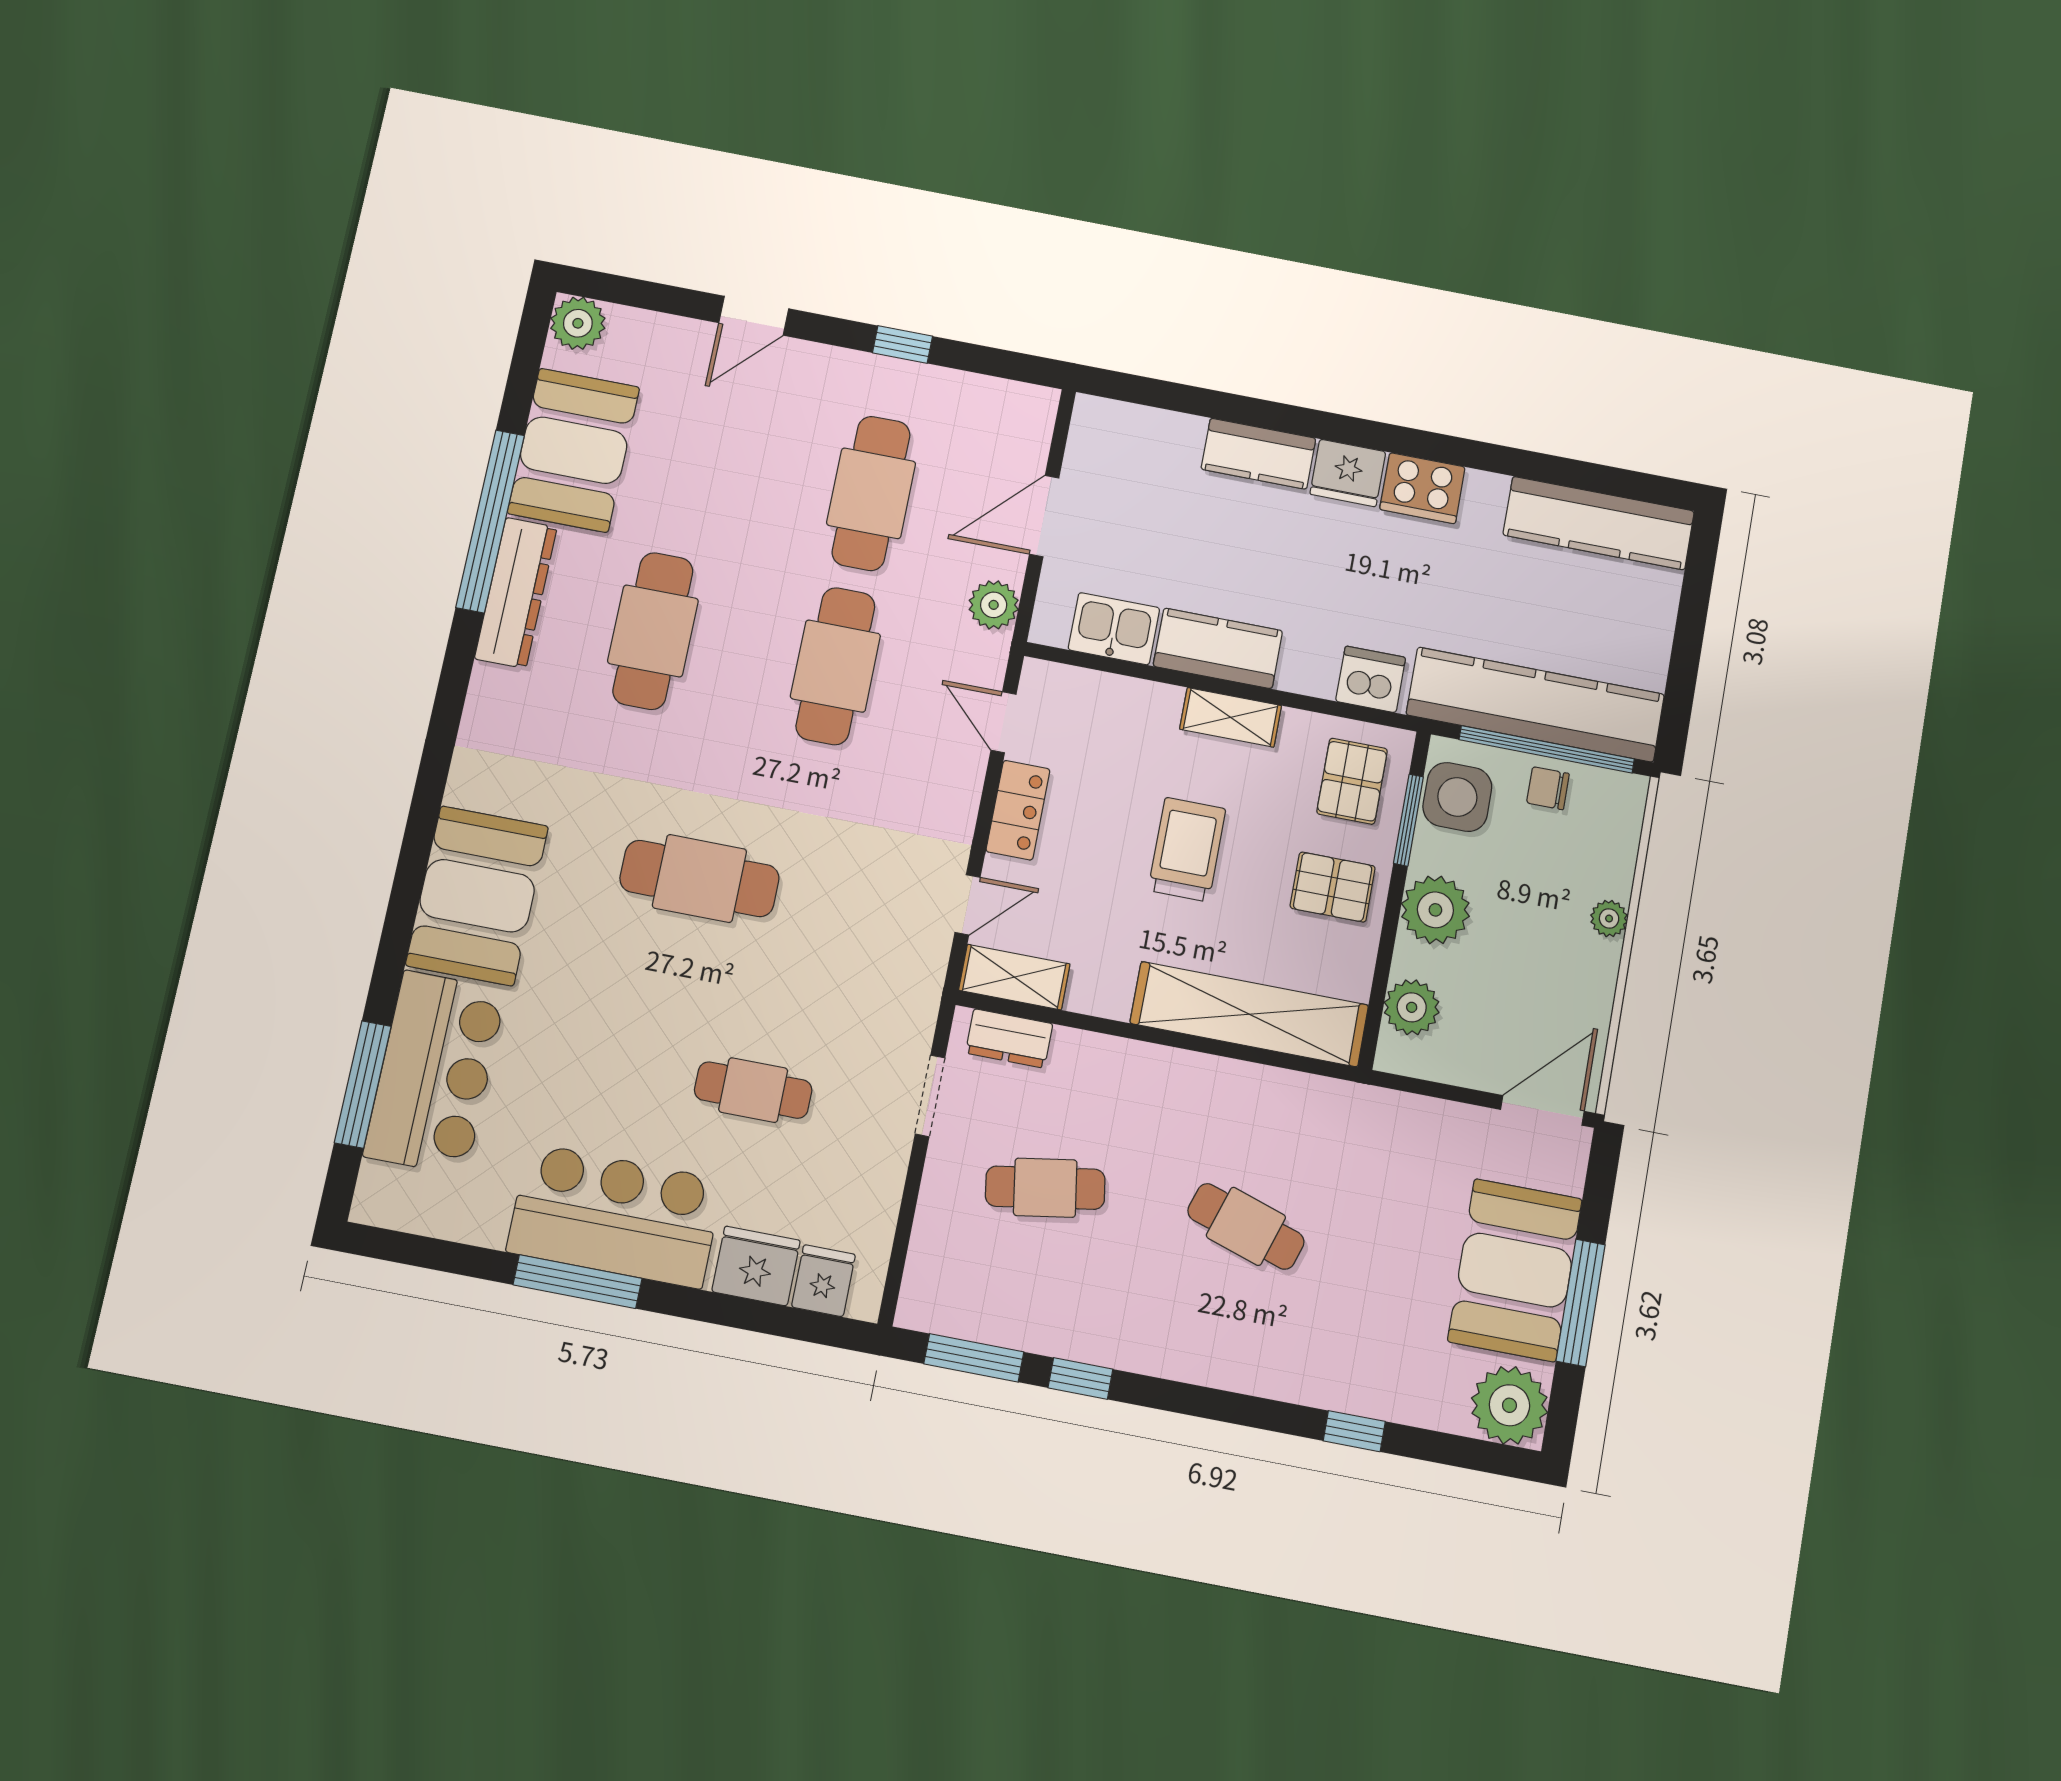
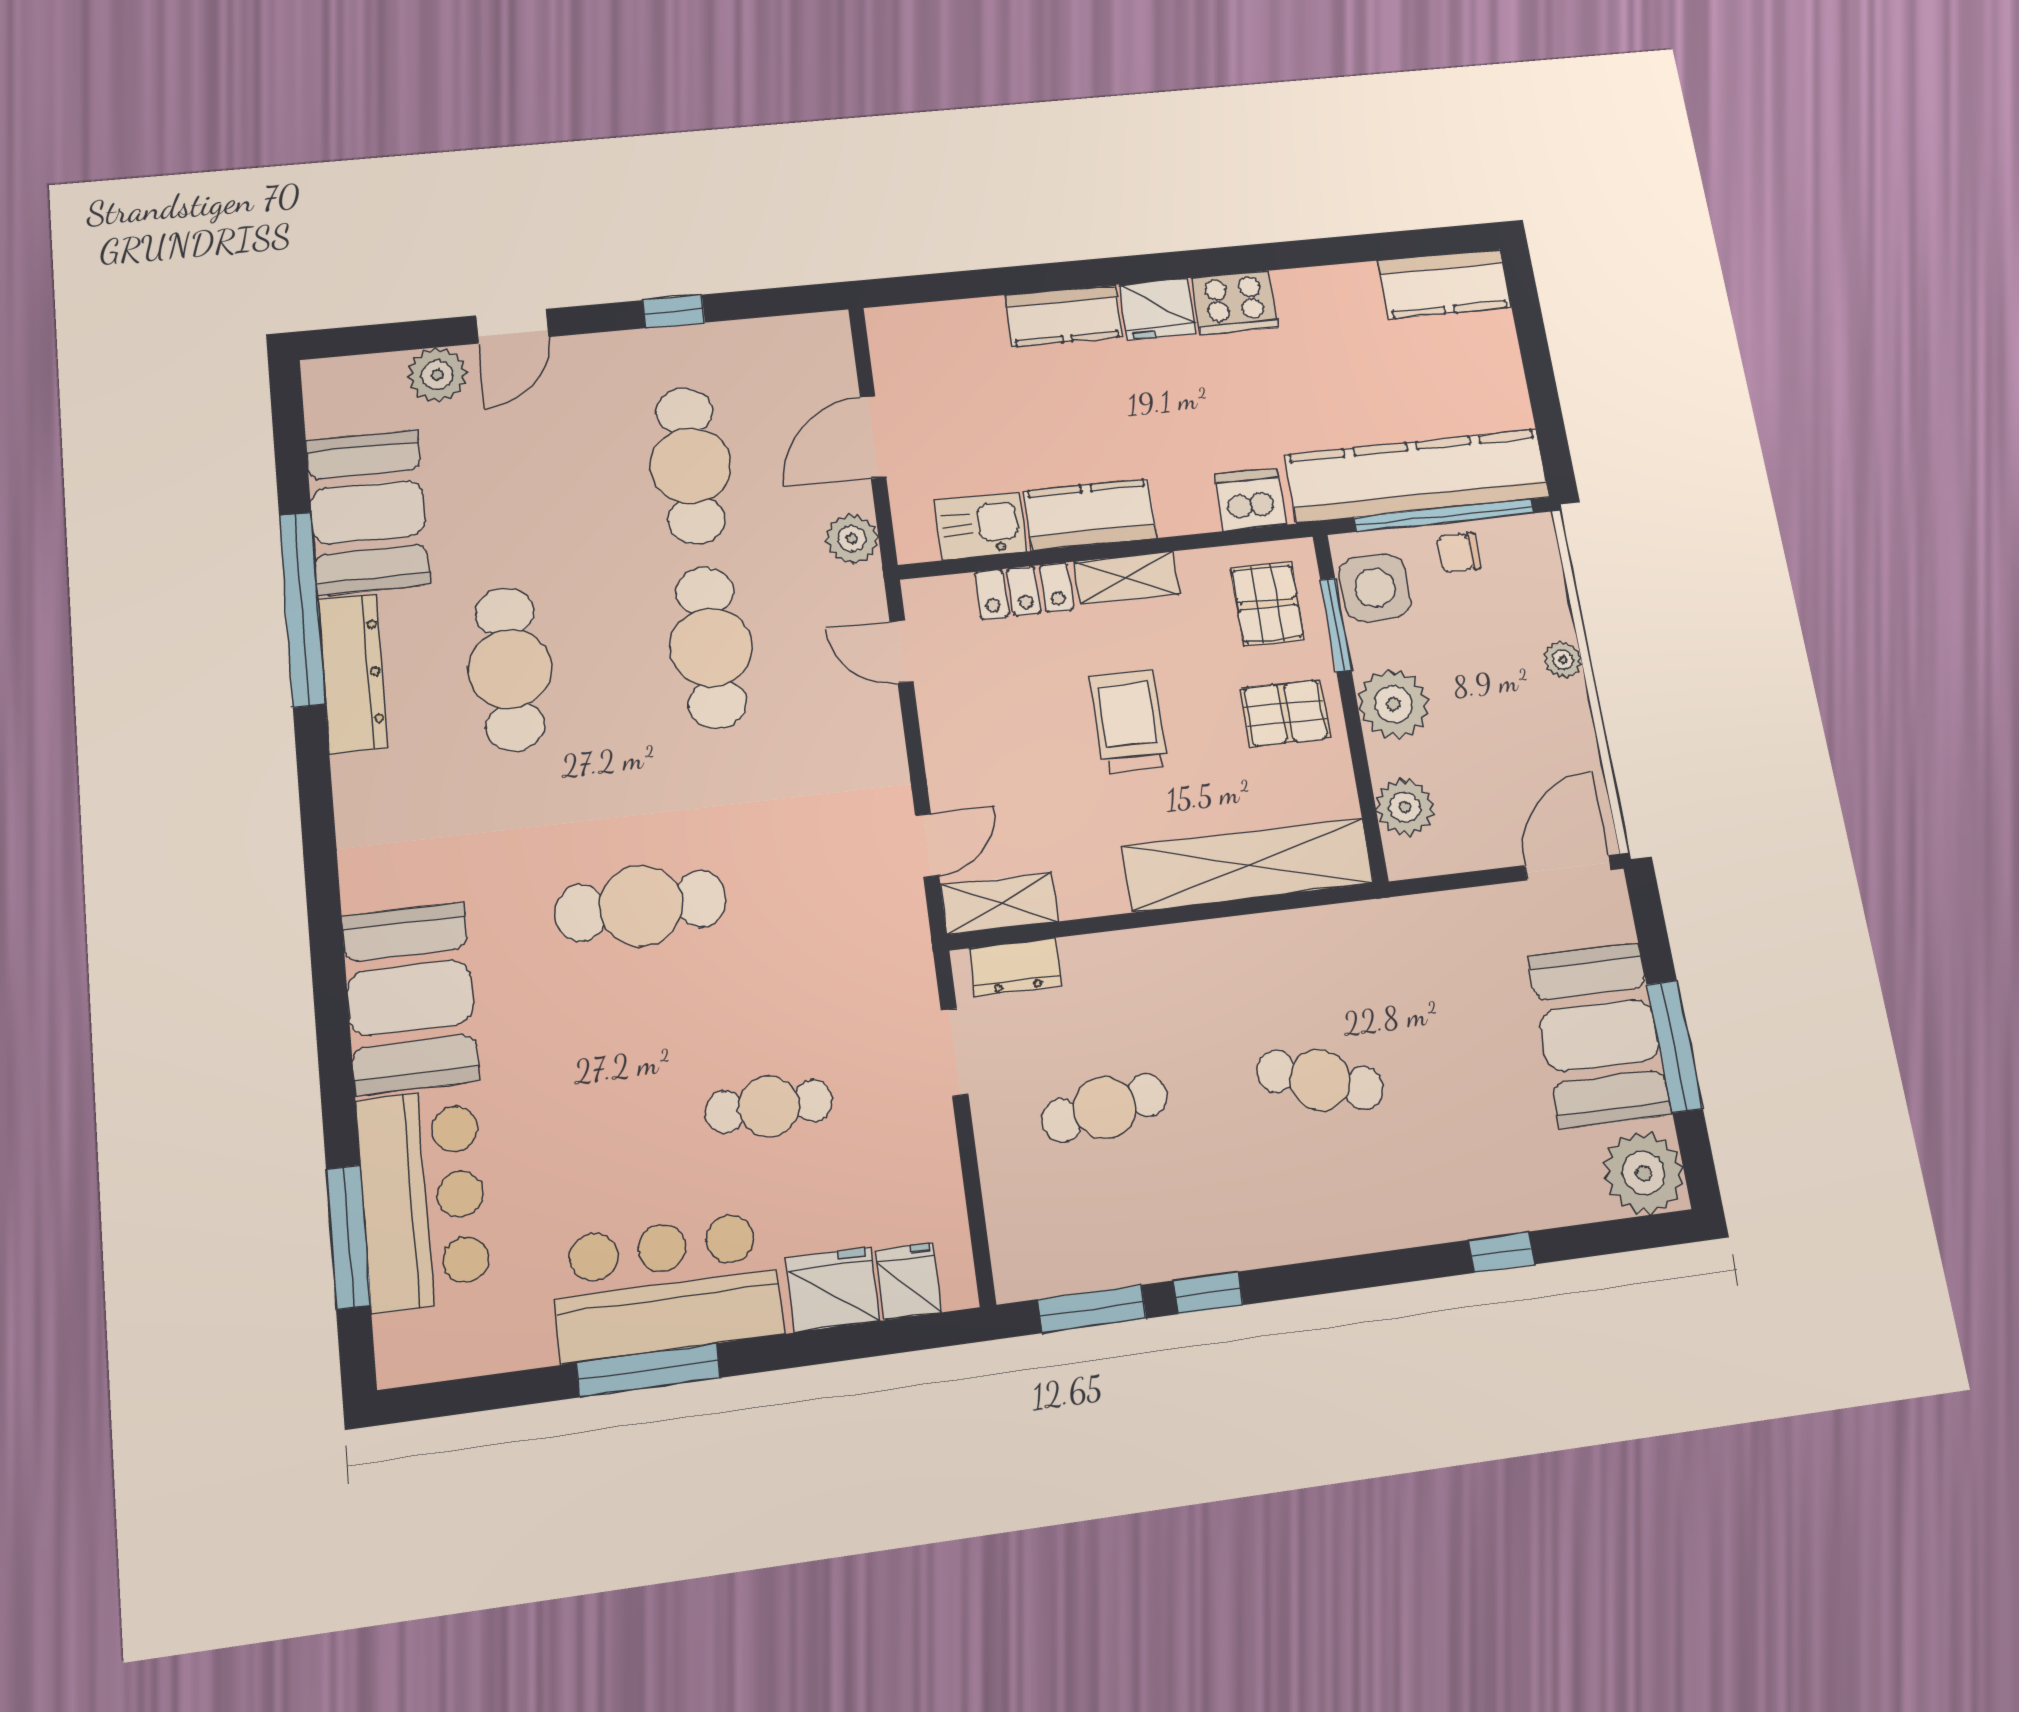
plant: (578, 323) -> (437, 375), moved
kitchen counter: (1599, 523) -> (1445, 284), width x0.67
locker: (1018, 810) -> (1024, 591), moved, turned 90

